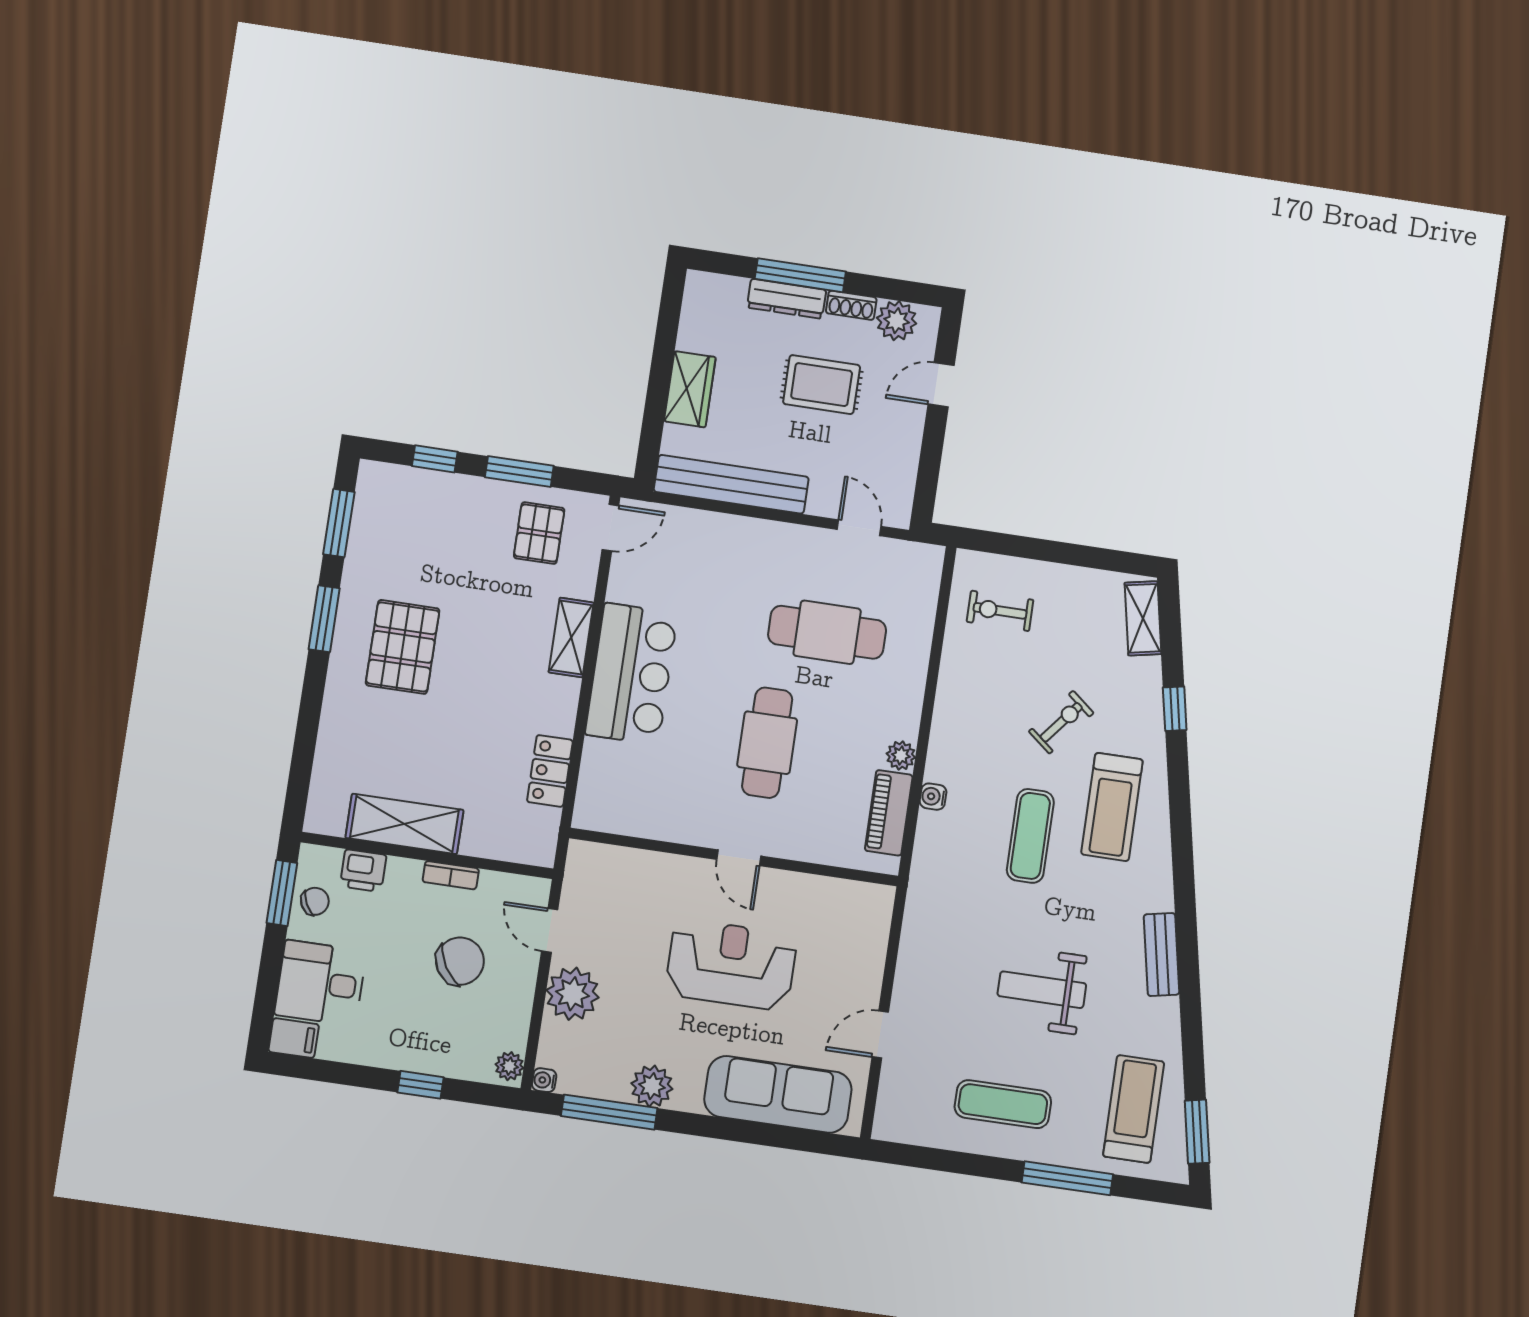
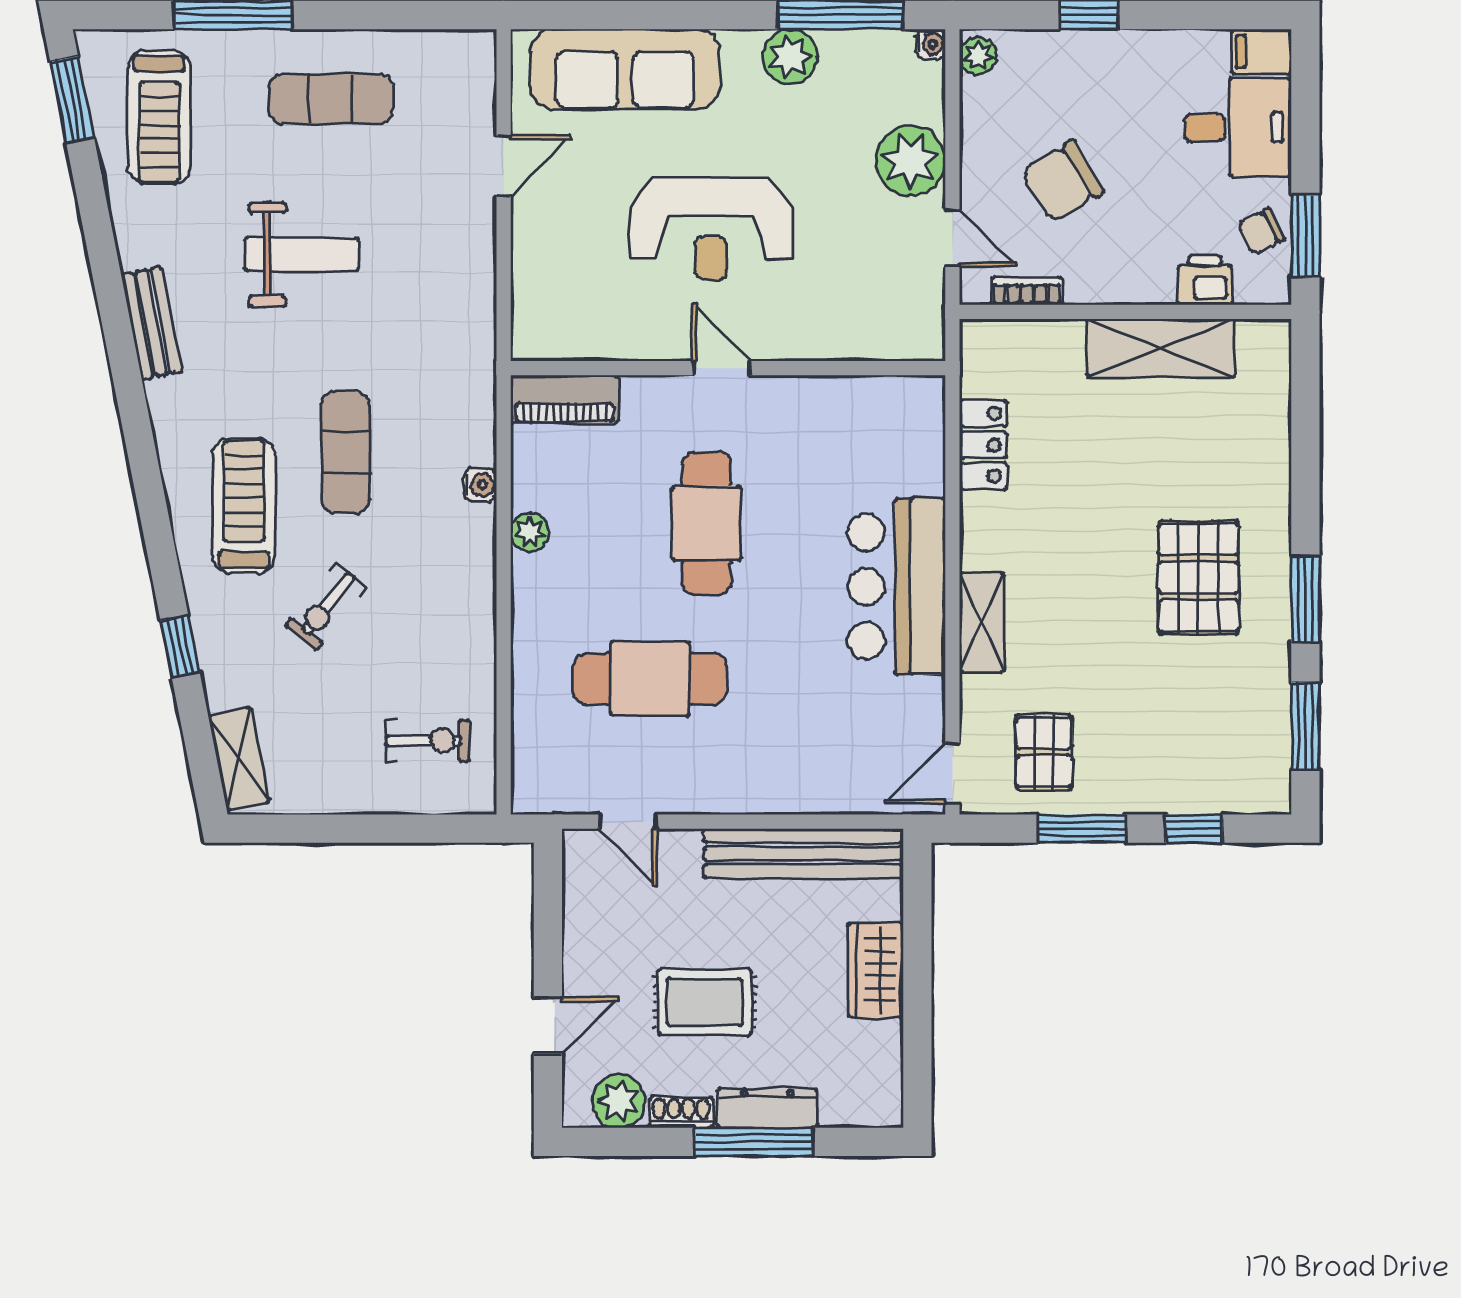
piano: (889, 813) -> (565, 399), moved, turned 90
bookcase: (451, 875) -> (1027, 291), moved

